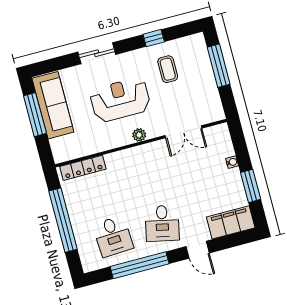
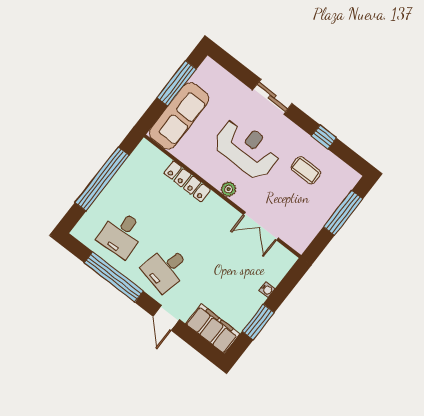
coffee table: (168, 69) -> (306, 170), turned 90
sofa: (53, 105) -> (179, 116), moved
locker: (83, 168) -> (187, 181), moved

